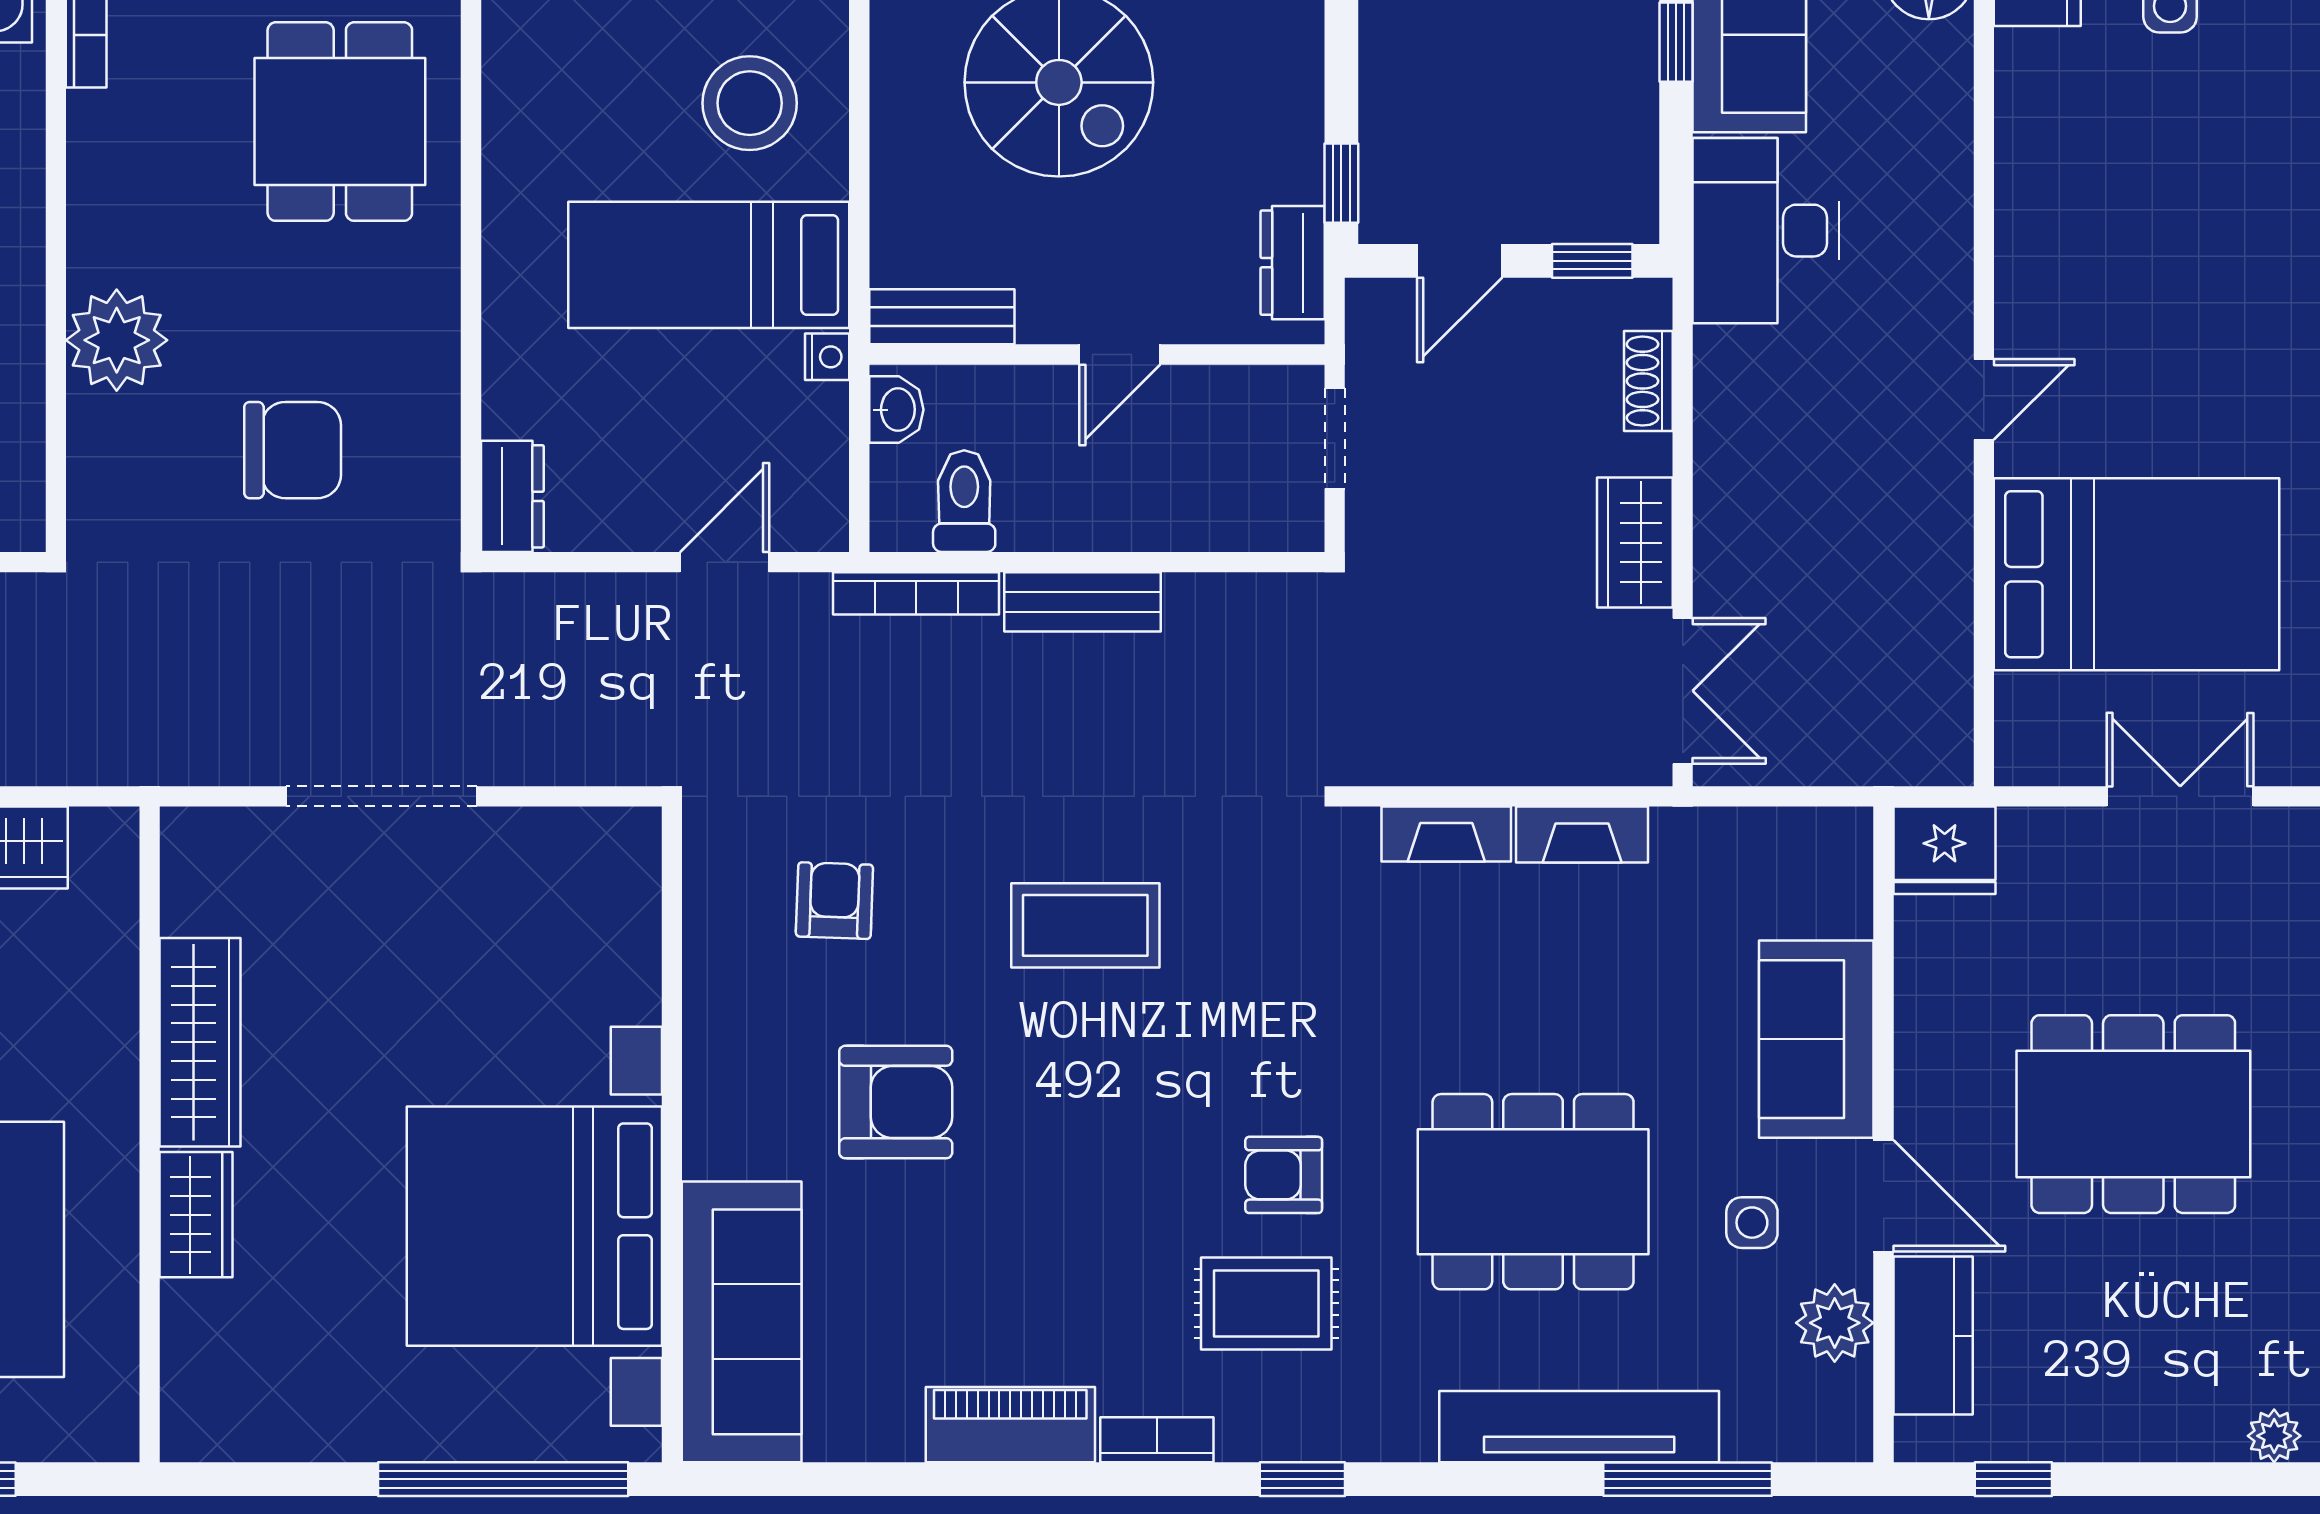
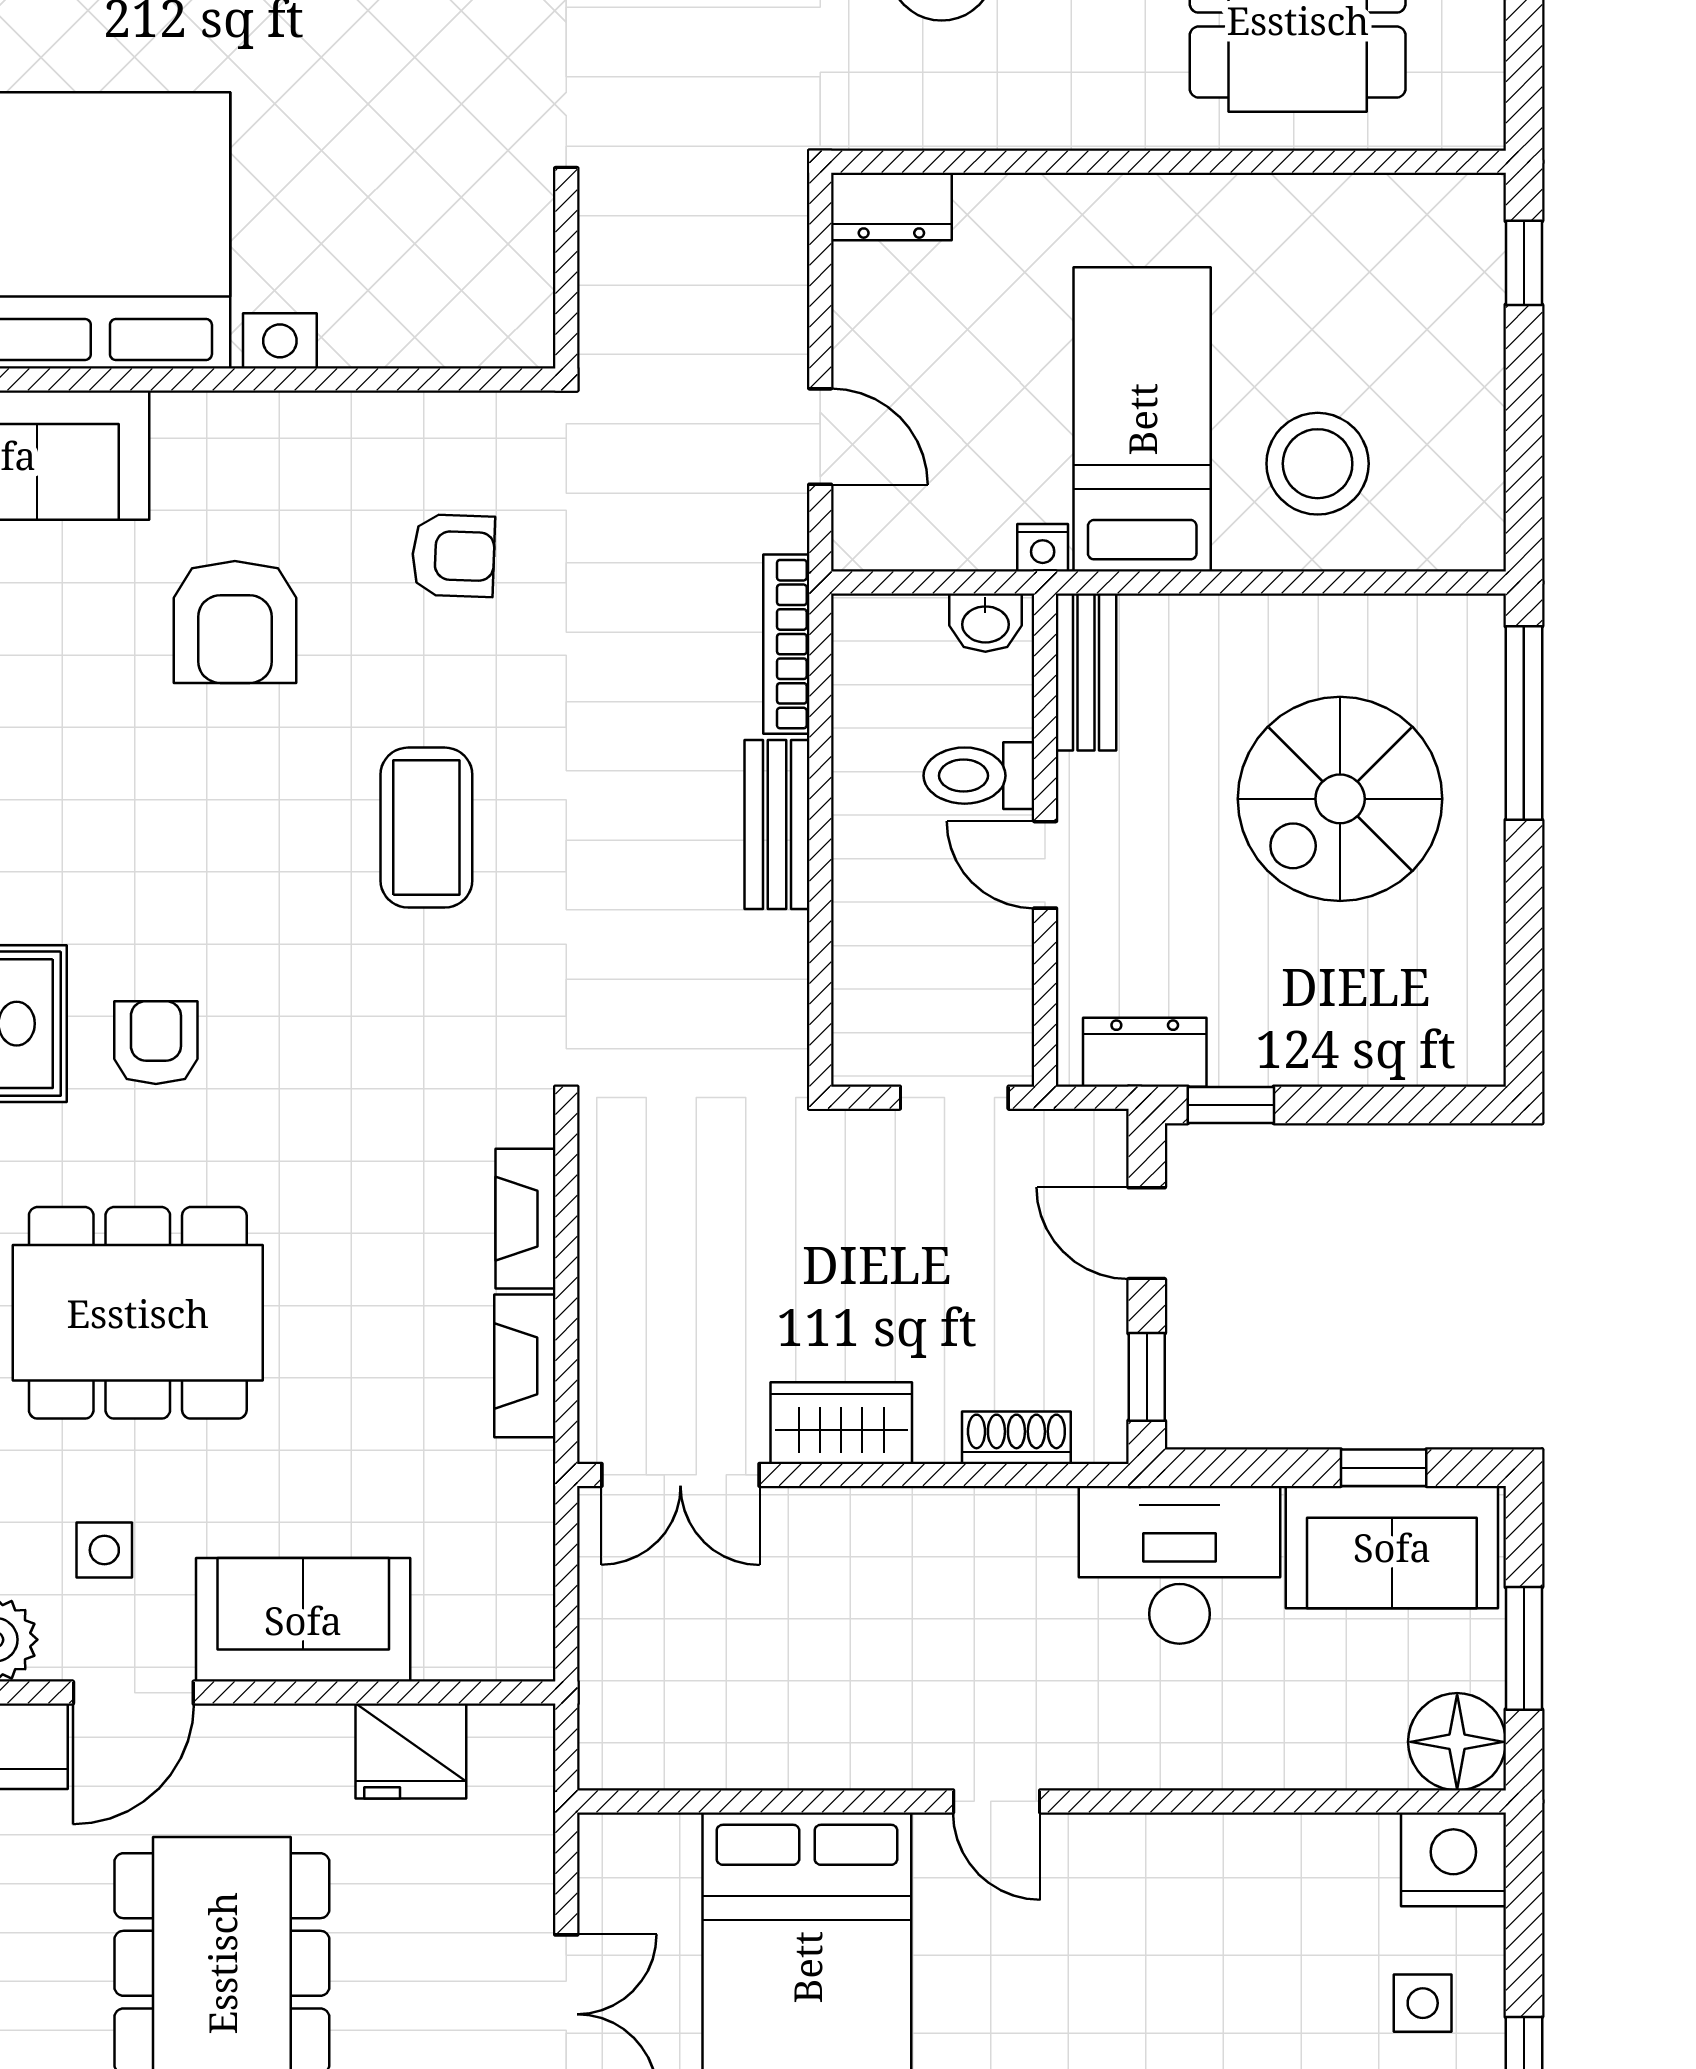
toilet: (964, 501) -> (979, 776), moved, turned 180
fridge: (1945, 850) -> (411, 1751), moved, turned -90
dining table: (1533, 1192) -> (138, 1313), turned 90

